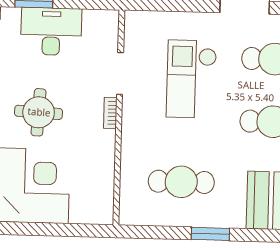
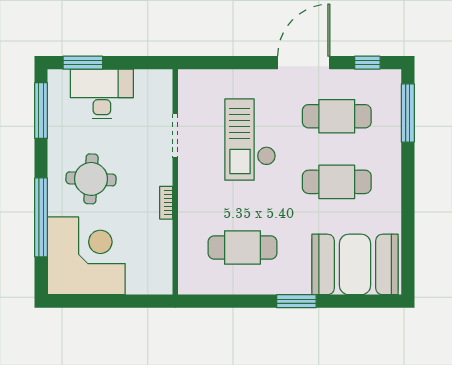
bookcase: (110, 113) -> (166, 203), moved
window: (210, 234) -> (296, 301), moved

